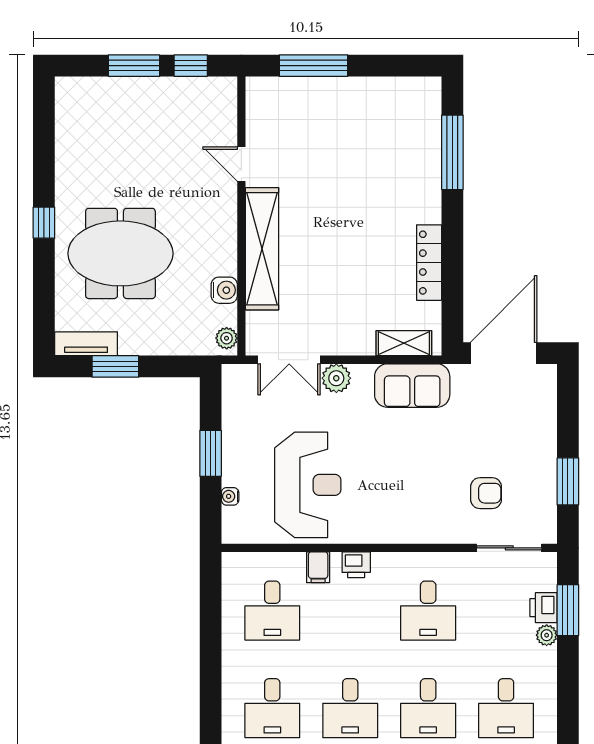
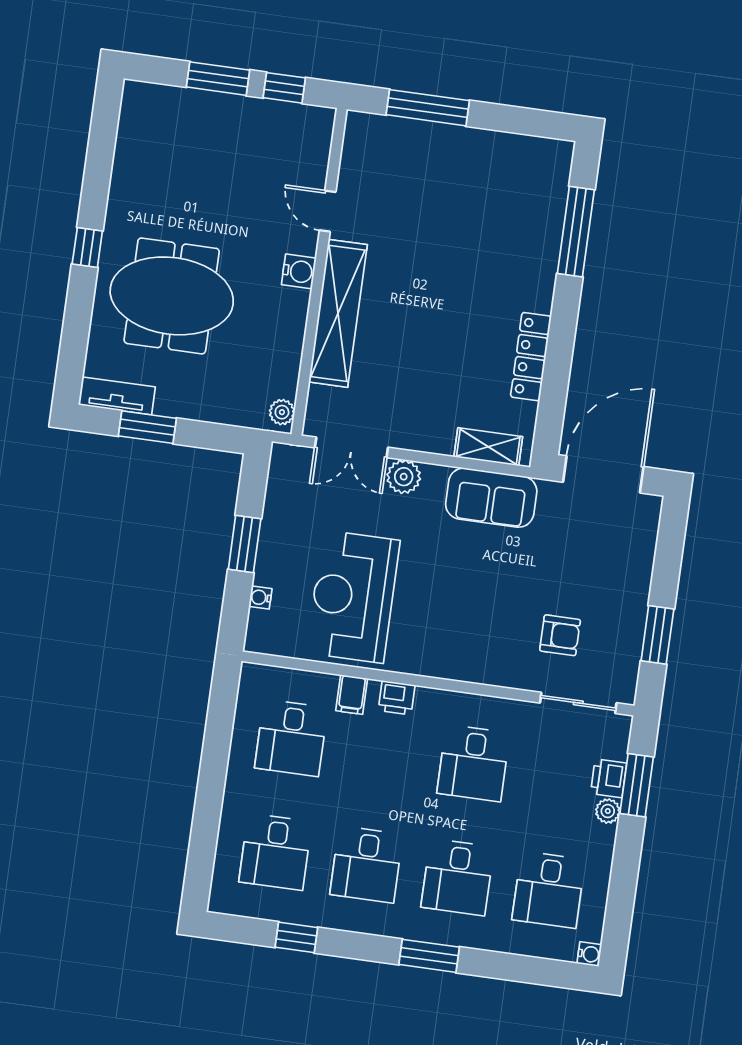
water cooler: (224, 290) -> (299, 271), moved
reception desk: (308, 485) -> (353, 597), turned 180

